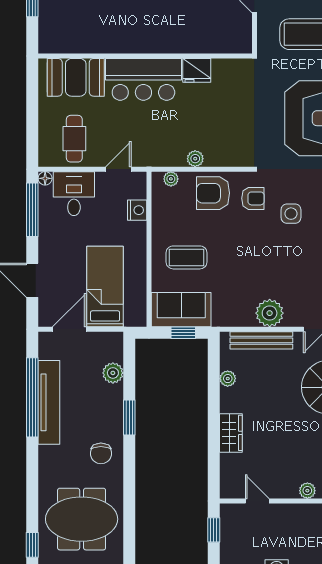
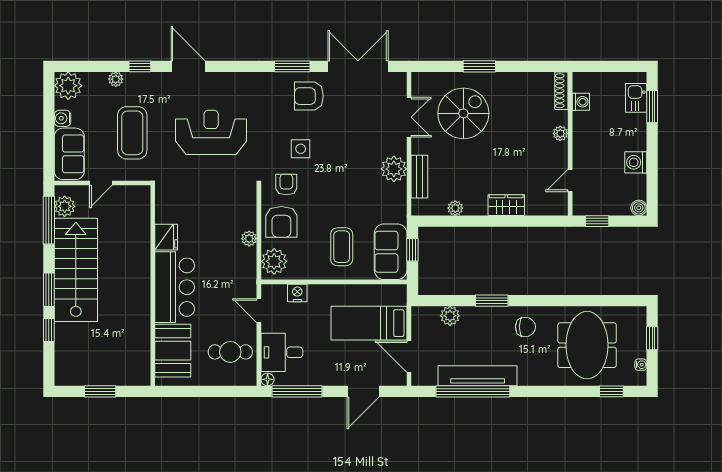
plant: (171, 179) -> (274, 261), width x1.88, depth x1.88
bench: (261, 340) -> (419, 177), width x0.73

